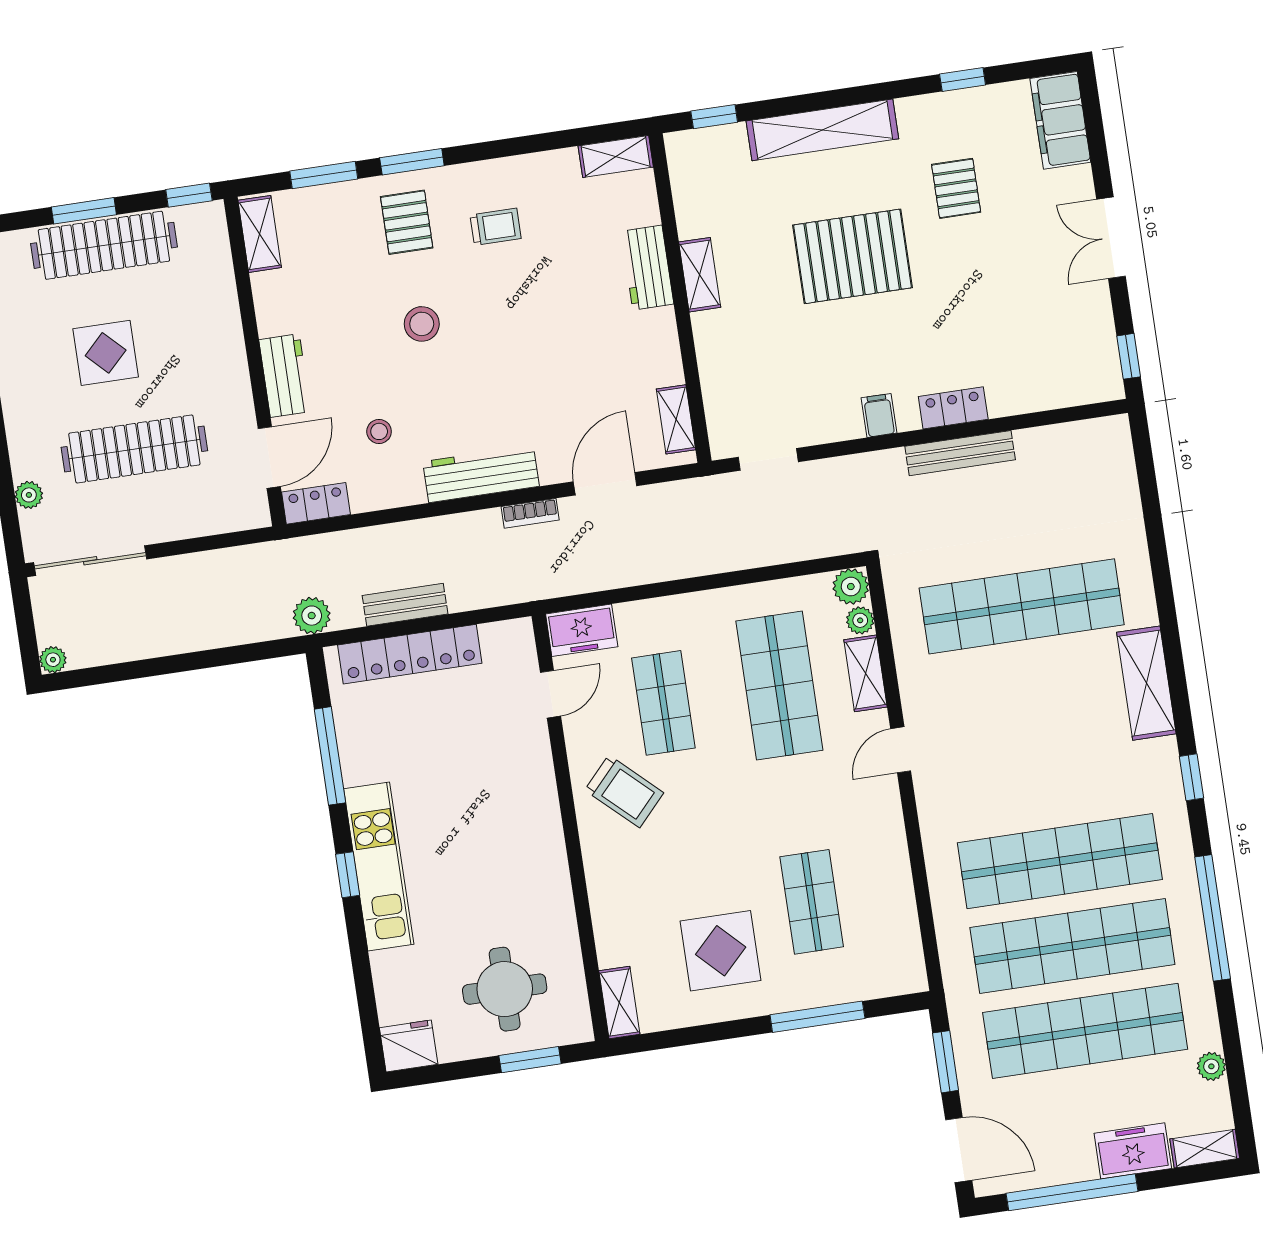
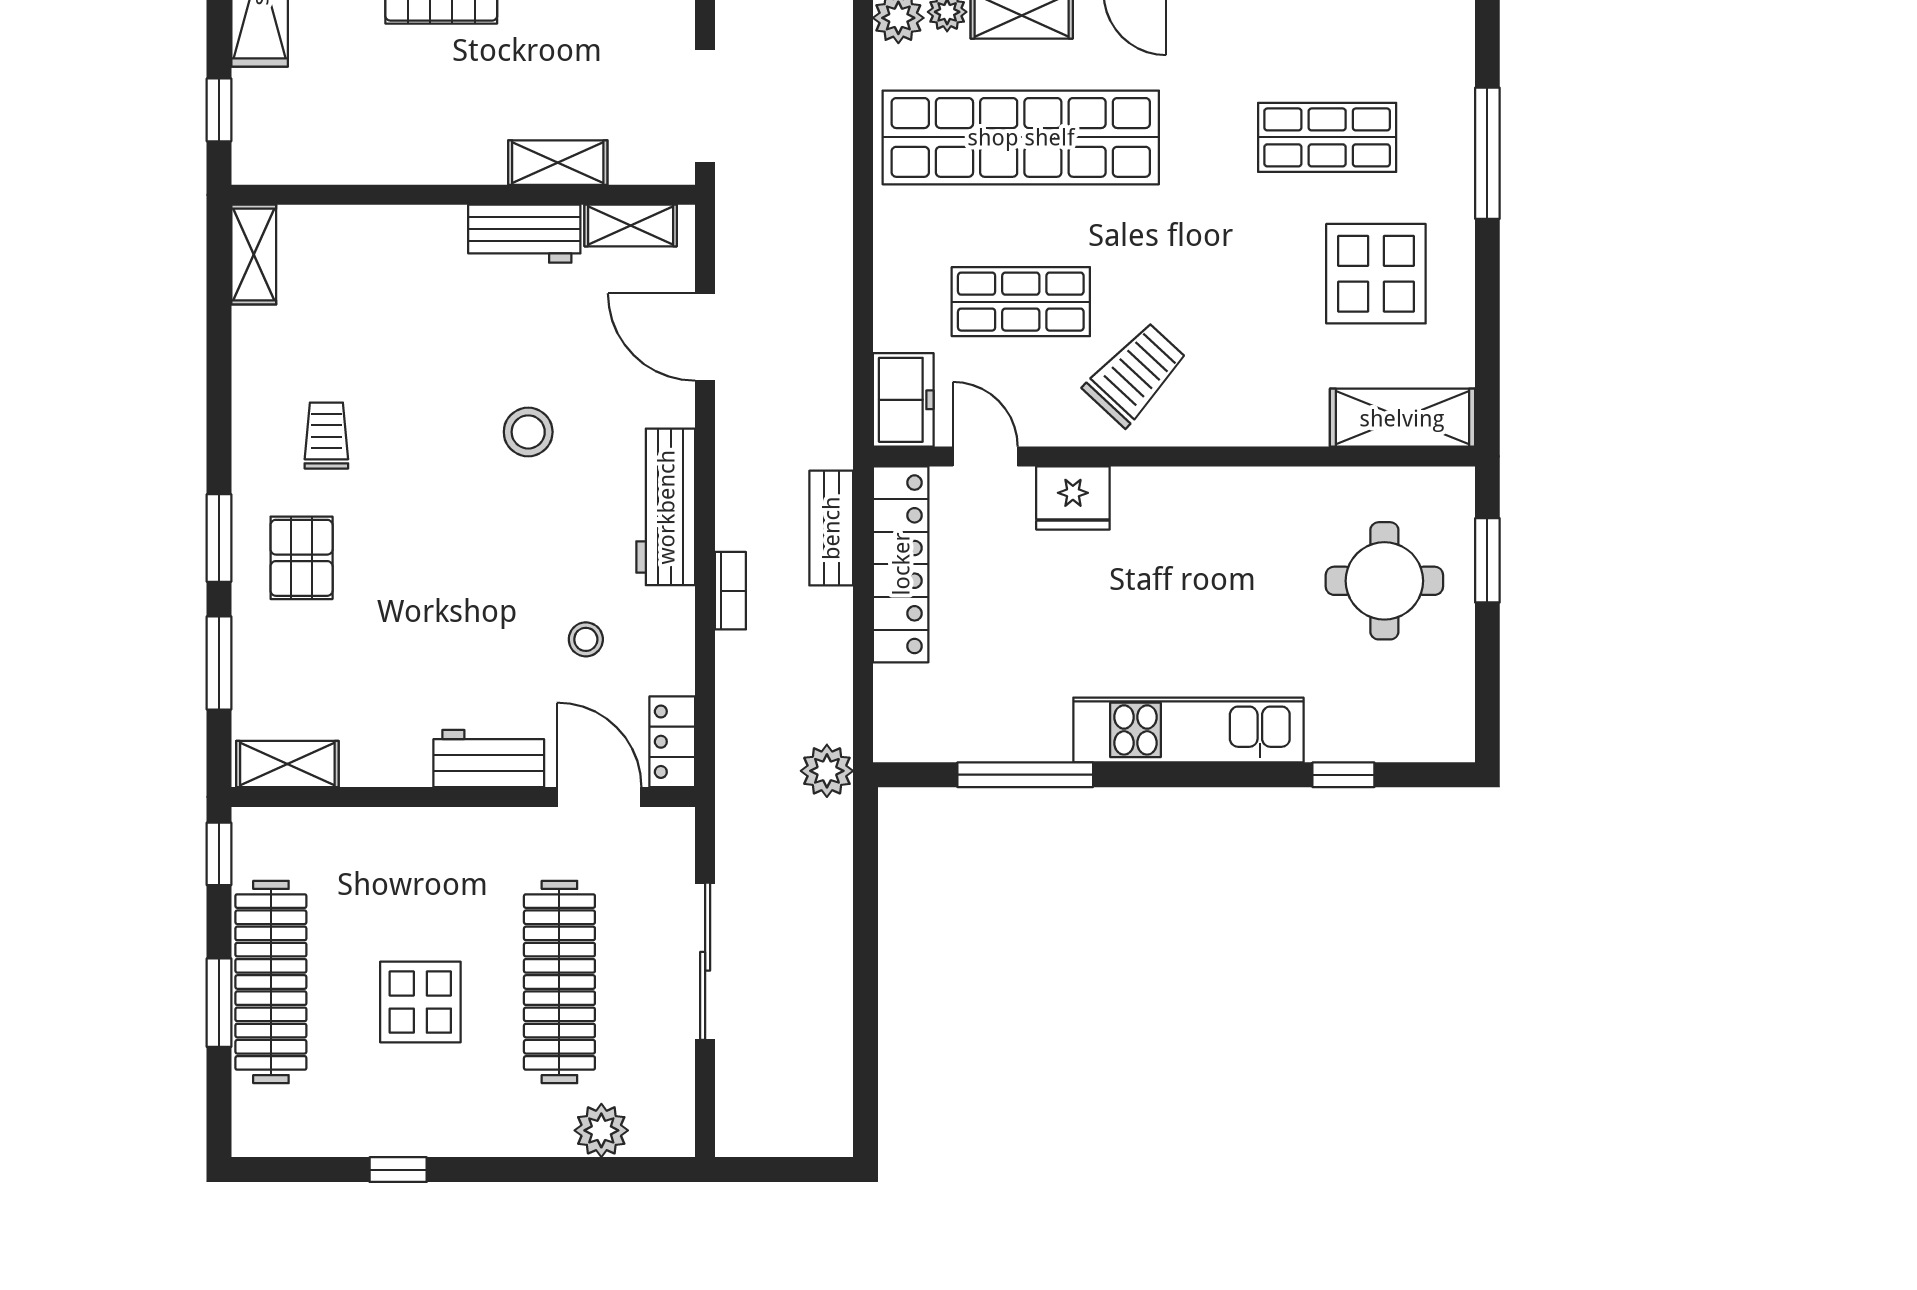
pallet: (407, 222) -> (302, 558), turned 90
workbench: (647, 268) -> (524, 234), moved
shelving: (700, 275) -> (558, 163), moved
stool: (422, 324) -> (528, 432), moved
doorway: (768, 459) -> (705, 106), width x1.38
plant: (29, 495) -> (601, 1130), width x1.38, depth x1.38
bookcase: (530, 513) -> (730, 591), moved
sliding door: (90, 561) -> (705, 961), moved
bench: (405, 605) -> (831, 528), moved
locker: (410, 654) -> (901, 564), moved
plant: (53, 660) -> (834, 1138), removed
shop shelf: (779, 686) -> (1021, 137), width x1.40
window: (348, 875) -> (1343, 775), moved
shelving: (619, 1002) -> (1402, 418), width x1.50, depth x1.33
fridge: (409, 1046) -> (1073, 498), moved, turned -90

